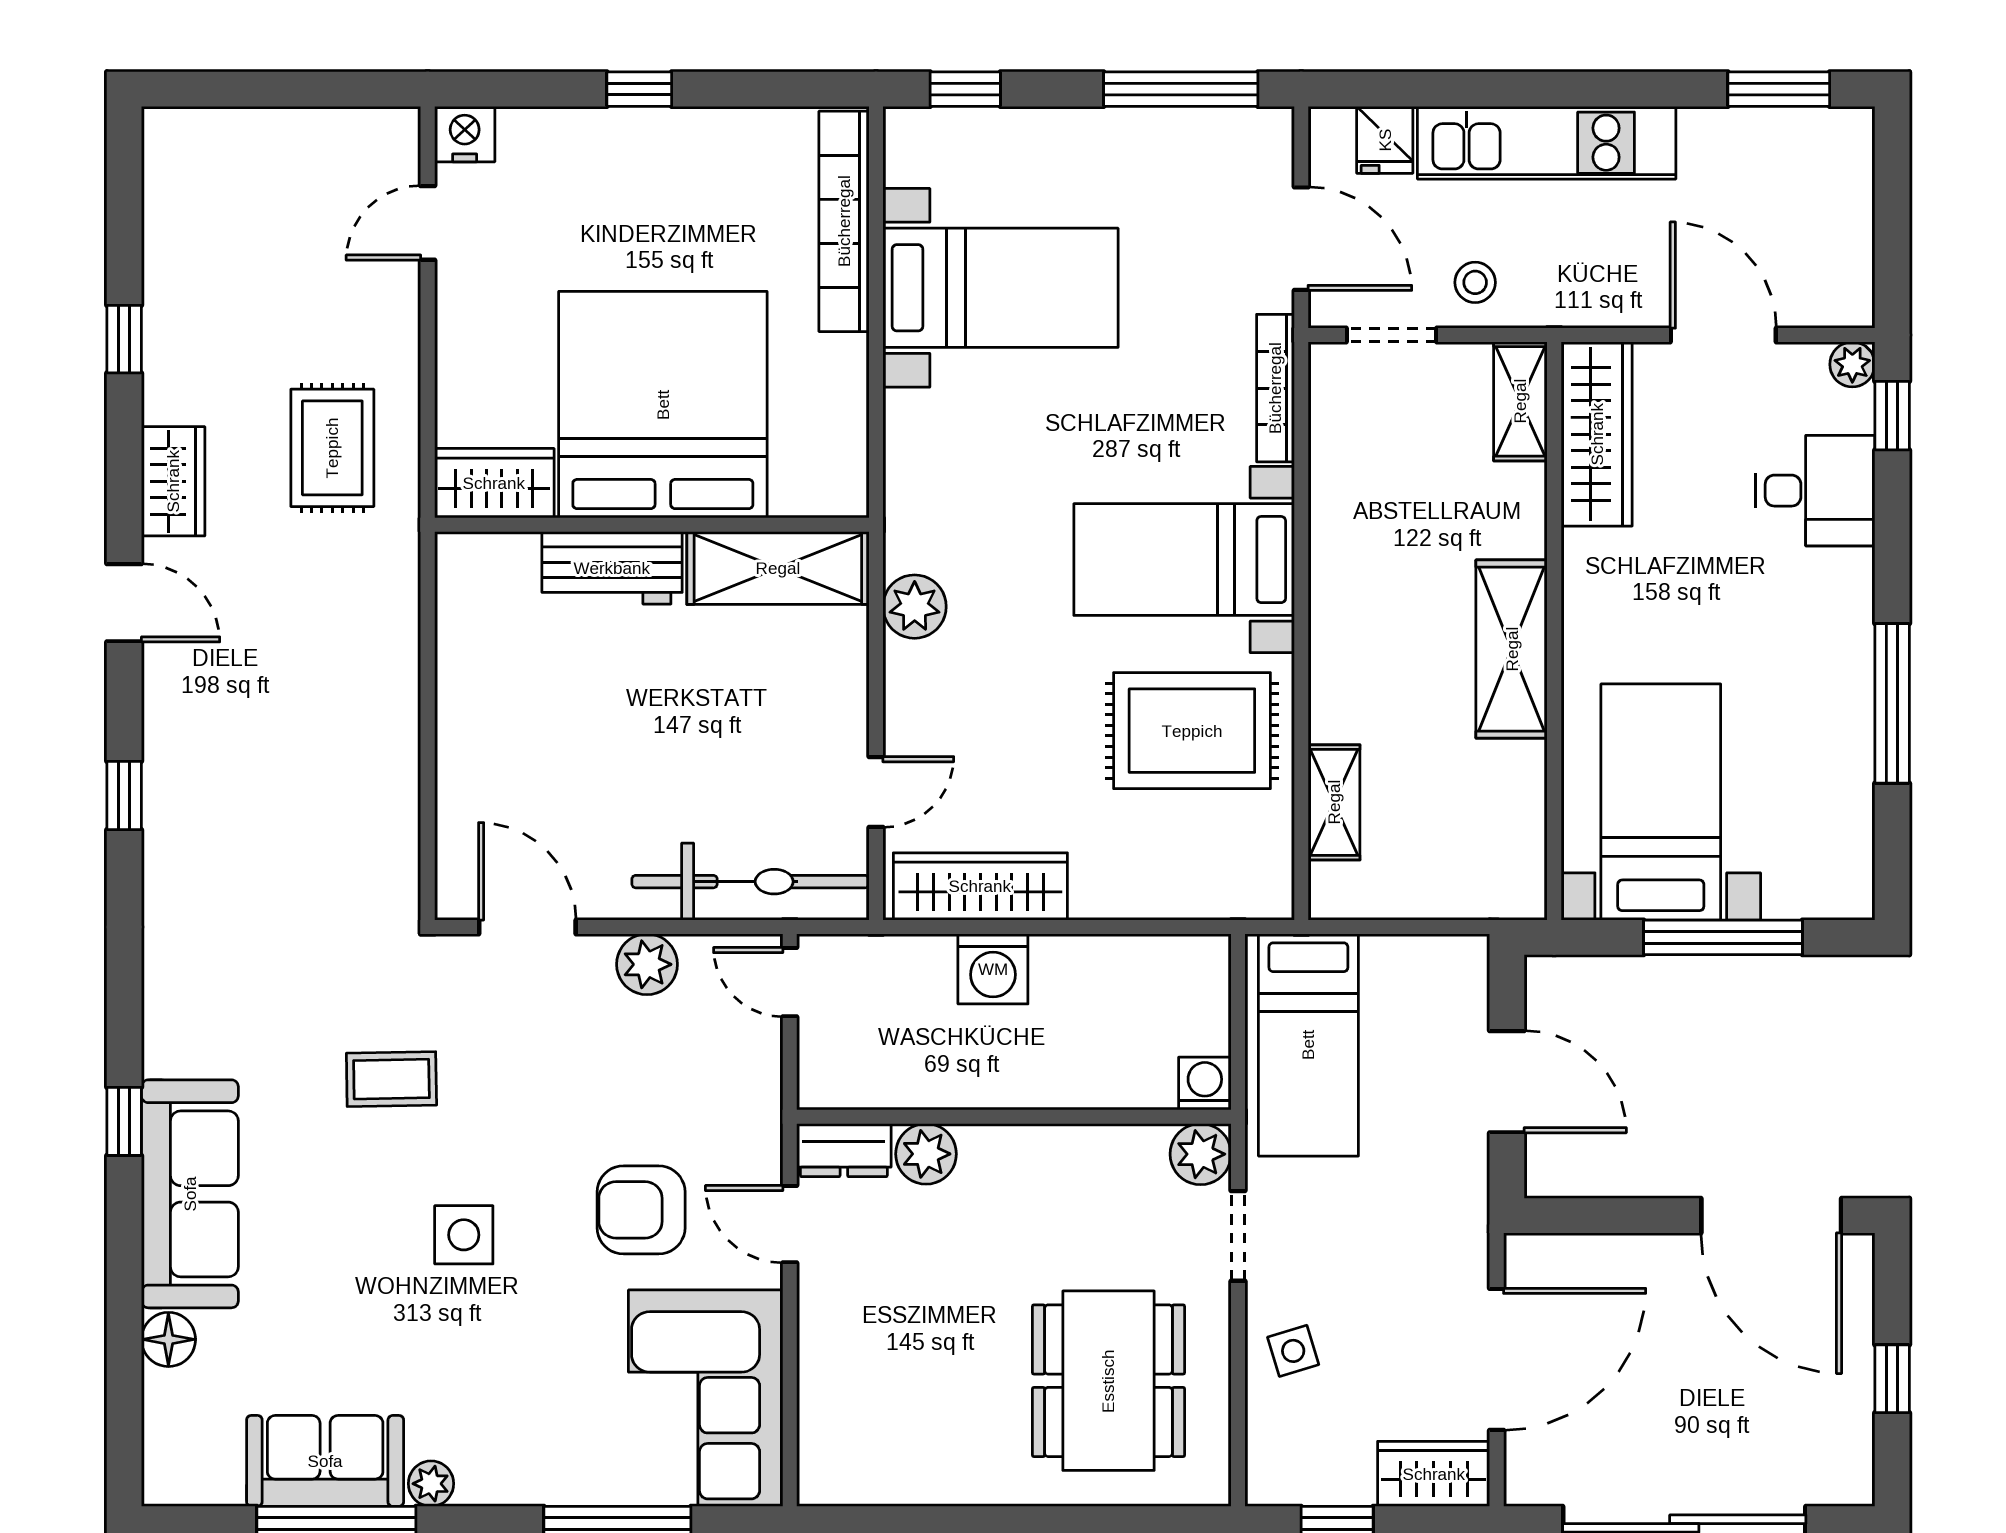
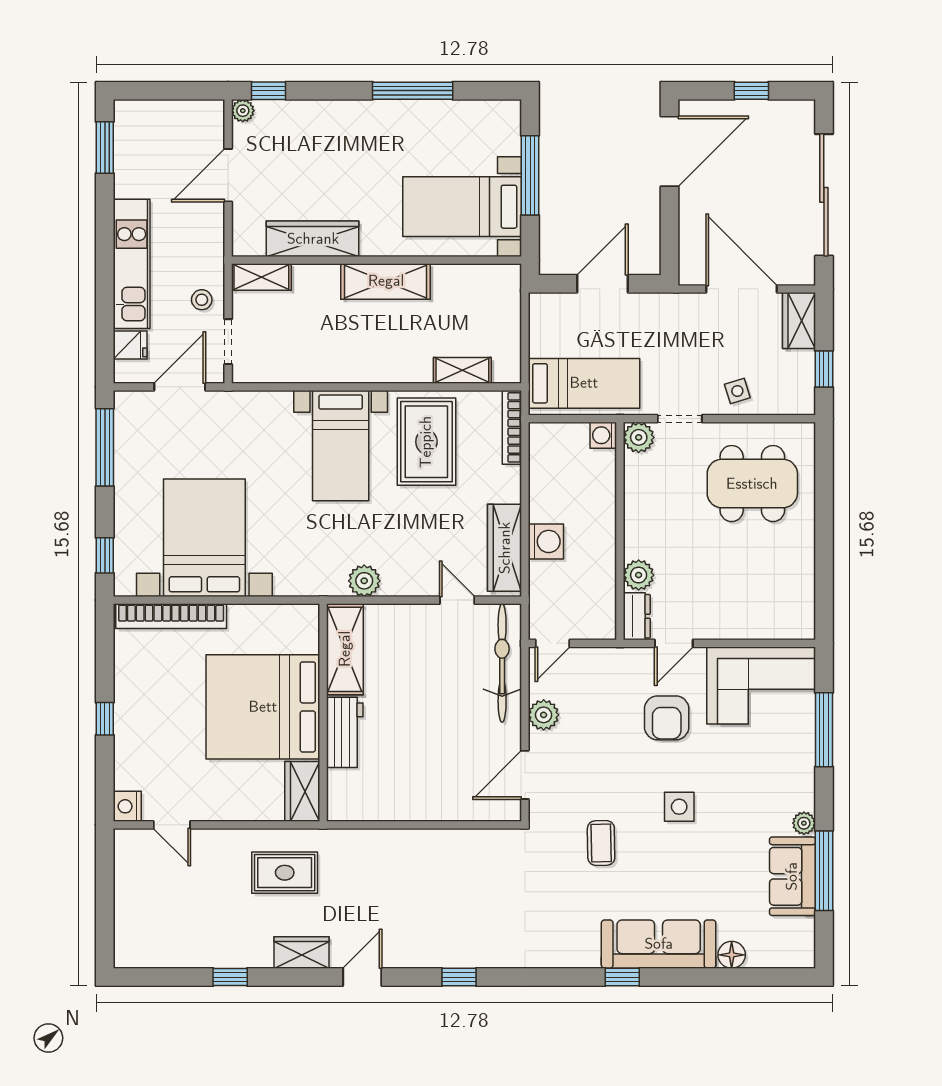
bed with nightstands: (1000, 288) -> (204, 538), width x1.36
bookcase: (1275, 388) -> (512, 427), moved, turned 90
wardrobe: (1597, 434) -> (313, 239), moved
desk: (1815, 491) -> (306, 129), removed

